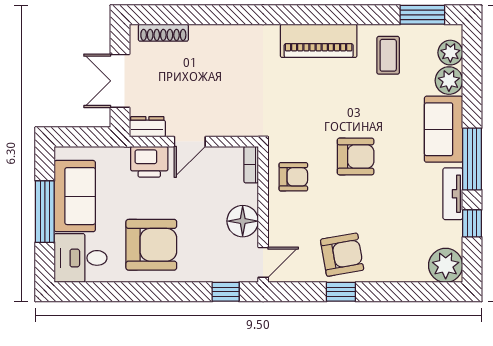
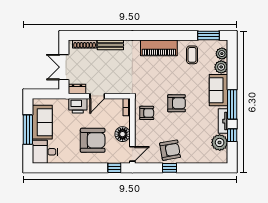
bench: (217, 35) -> (110, 45), added
armchair: (151, 245) -> (93, 140), moved
plant: (446, 265) -> (220, 142), moved

